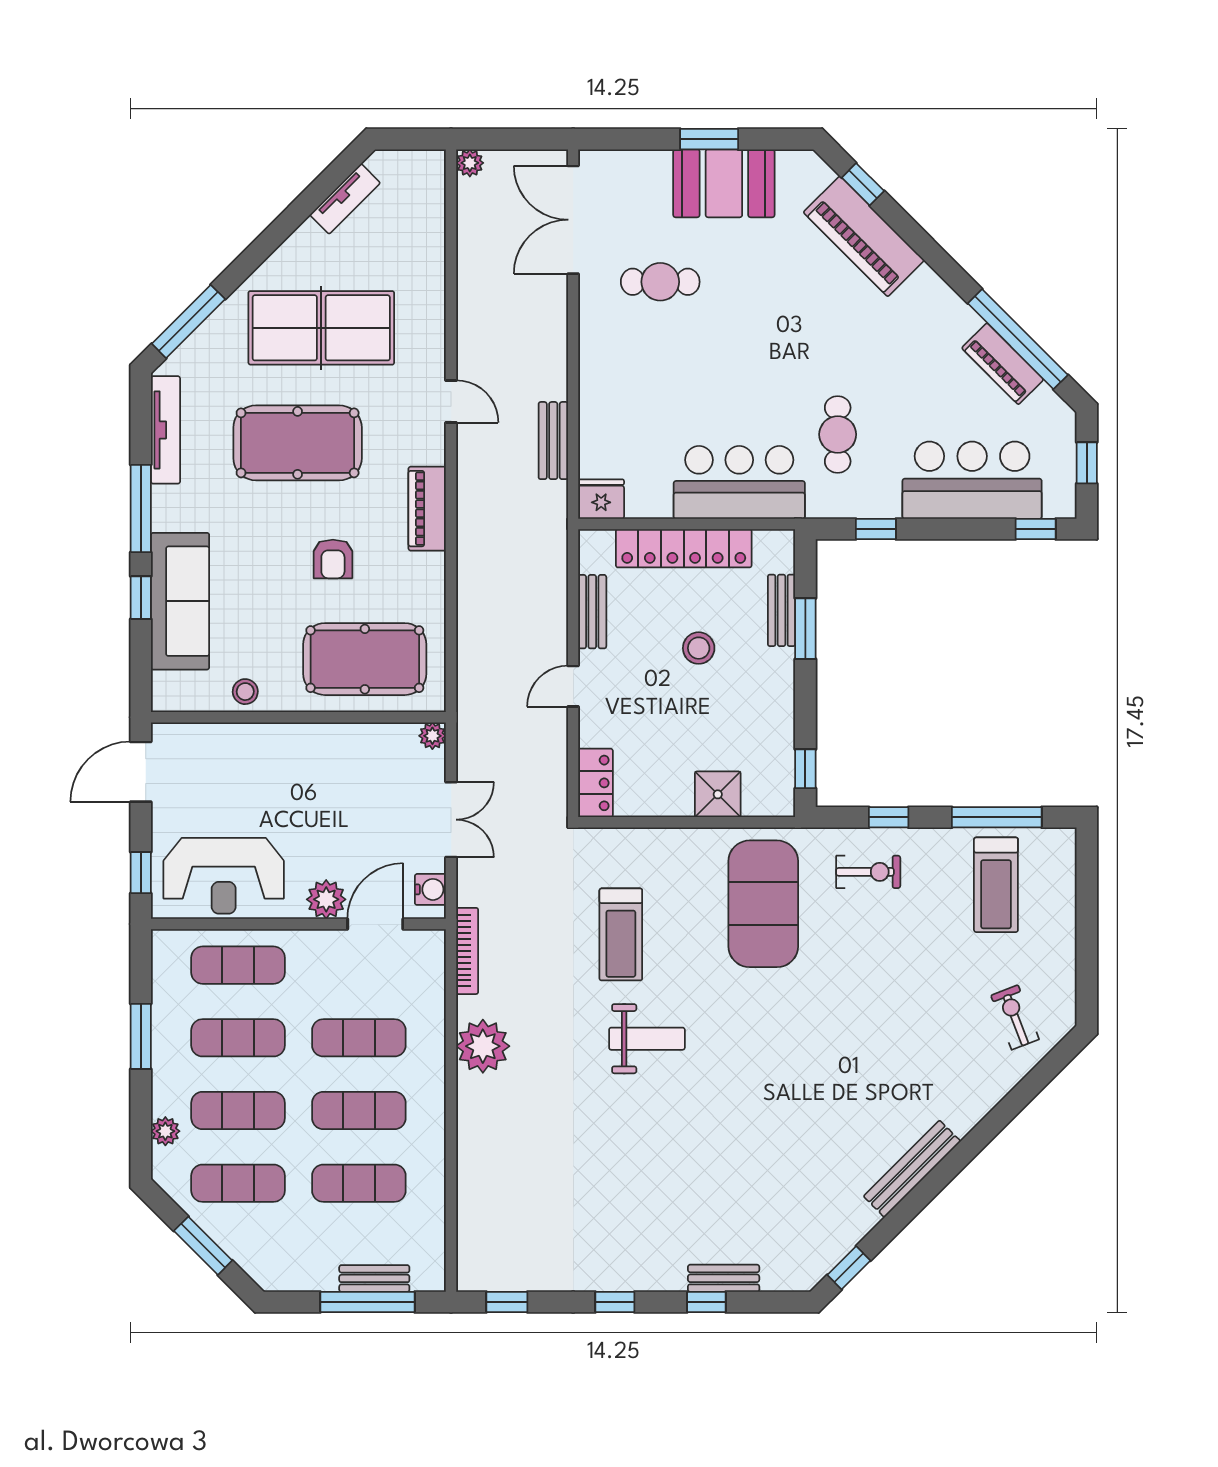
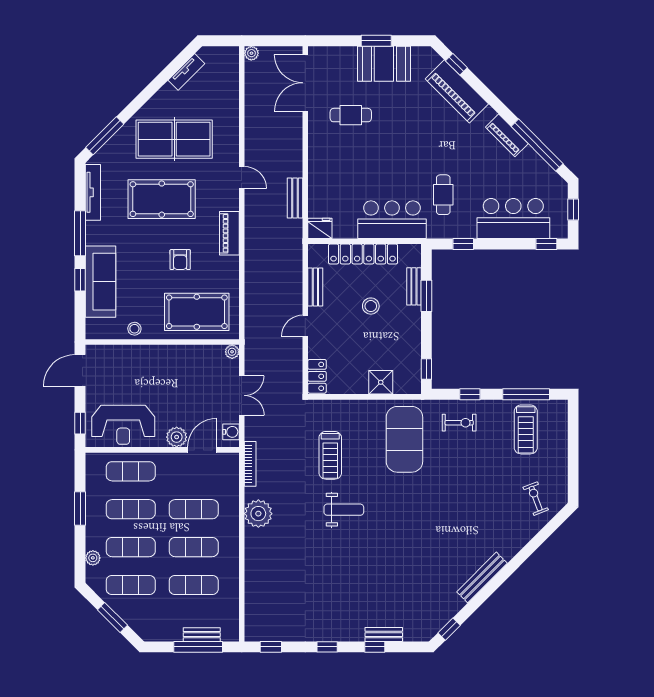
piano: (1003, 364) -> (507, 135), moved

